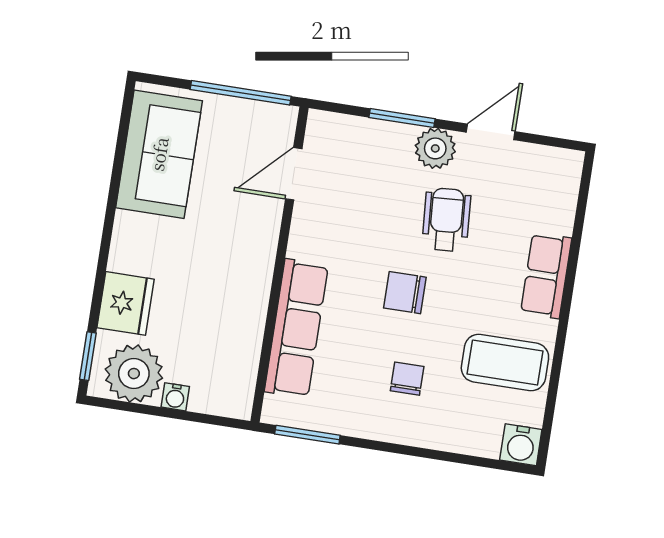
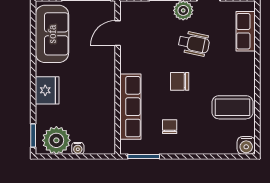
wheelchair: (446, 220) -> (194, 44), turned 106
row of seats: (546, 276) -> (246, 31), moved
fridge: (126, 303) -> (47, 90), moved
chair: (407, 379) -> (170, 127), moved

